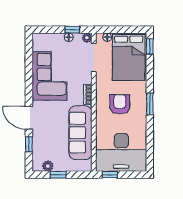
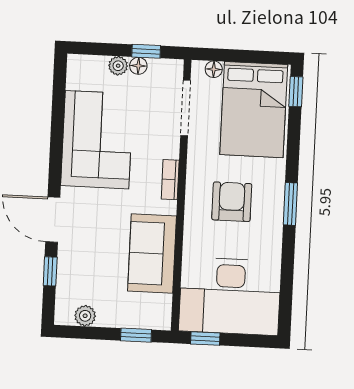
plant: (87, 38) -> (118, 66), moved
sofa: (80, 133) -> (152, 254), width x0.73
window: (58, 175) -> (136, 335), moved

